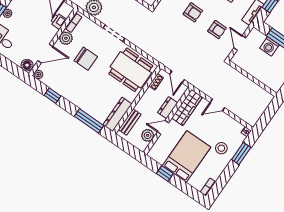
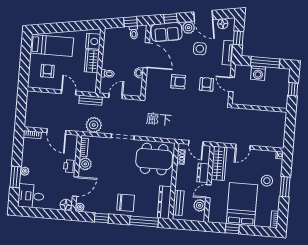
printer: (58, 21) -> (70, 166), moved
armchair: (217, 30) -> (206, 84), turned -90
chair: (86, 59) -> (126, 203), moved
window: (241, 154) -> (285, 187), moved

